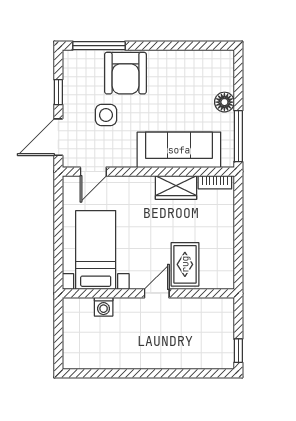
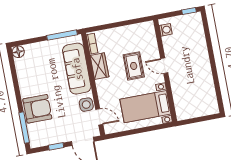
floor lamp: (224, 102) -> (18, 52), moved
side table: (106, 115) -> (86, 105), moved
rug: (185, 264) -> (134, 66), moved, turned 90
washing machine: (104, 307) -> (166, 30), moved

